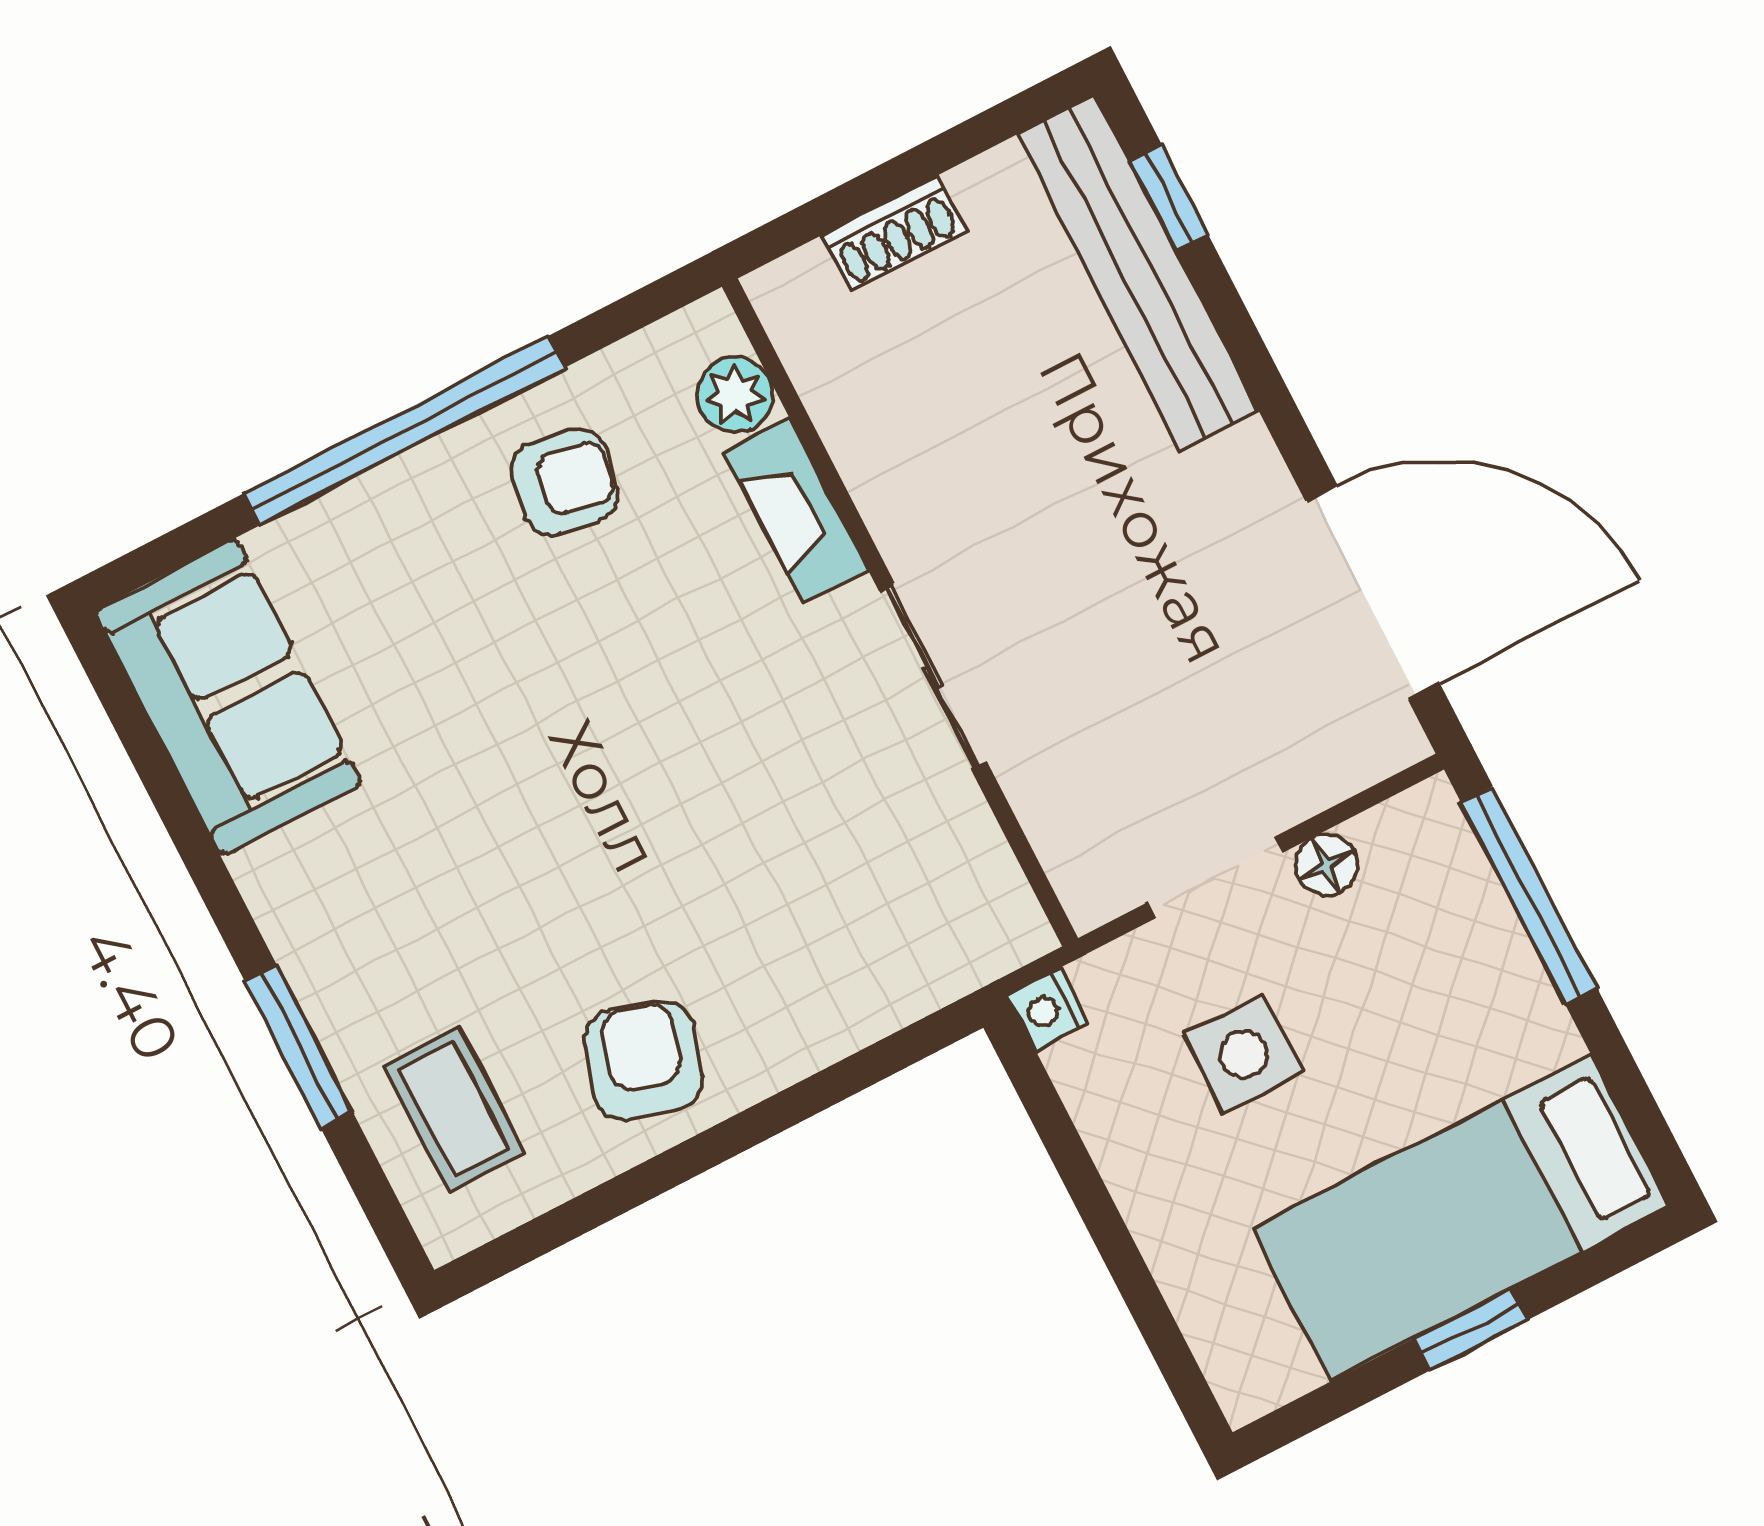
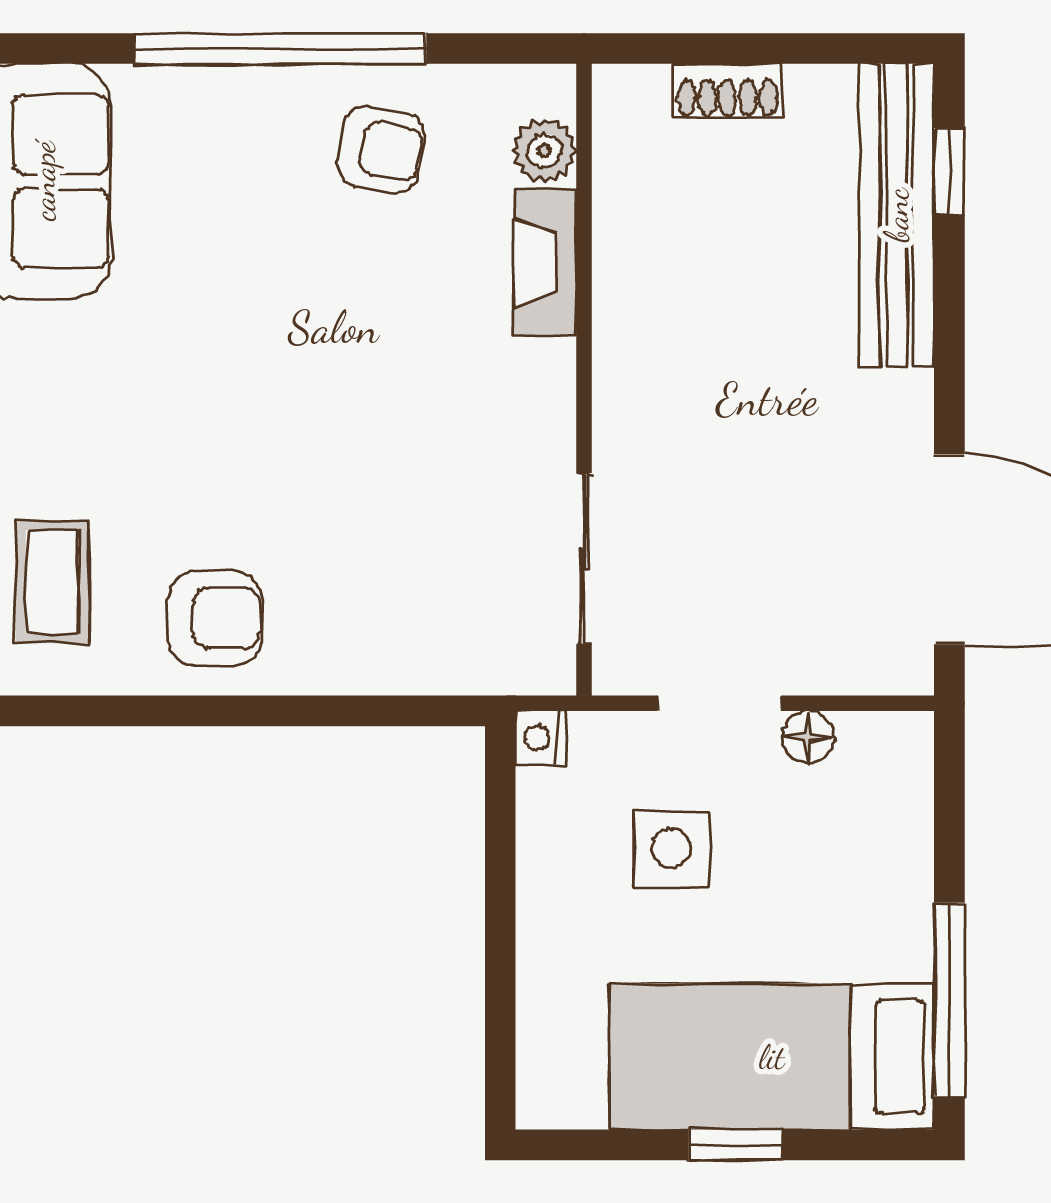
sliding door: (933, 676) -> (584, 559), moved
window: (1529, 895) -> (949, 1000), moved
armchair: (643, 1060) -> (215, 618), turned 73

